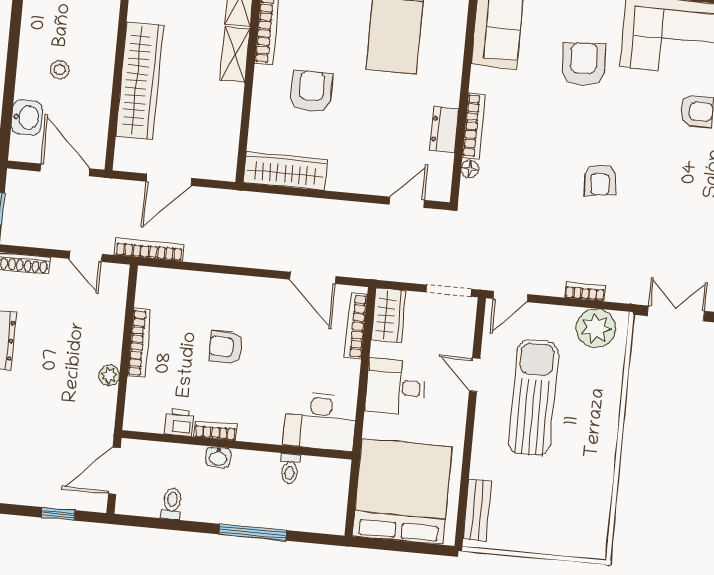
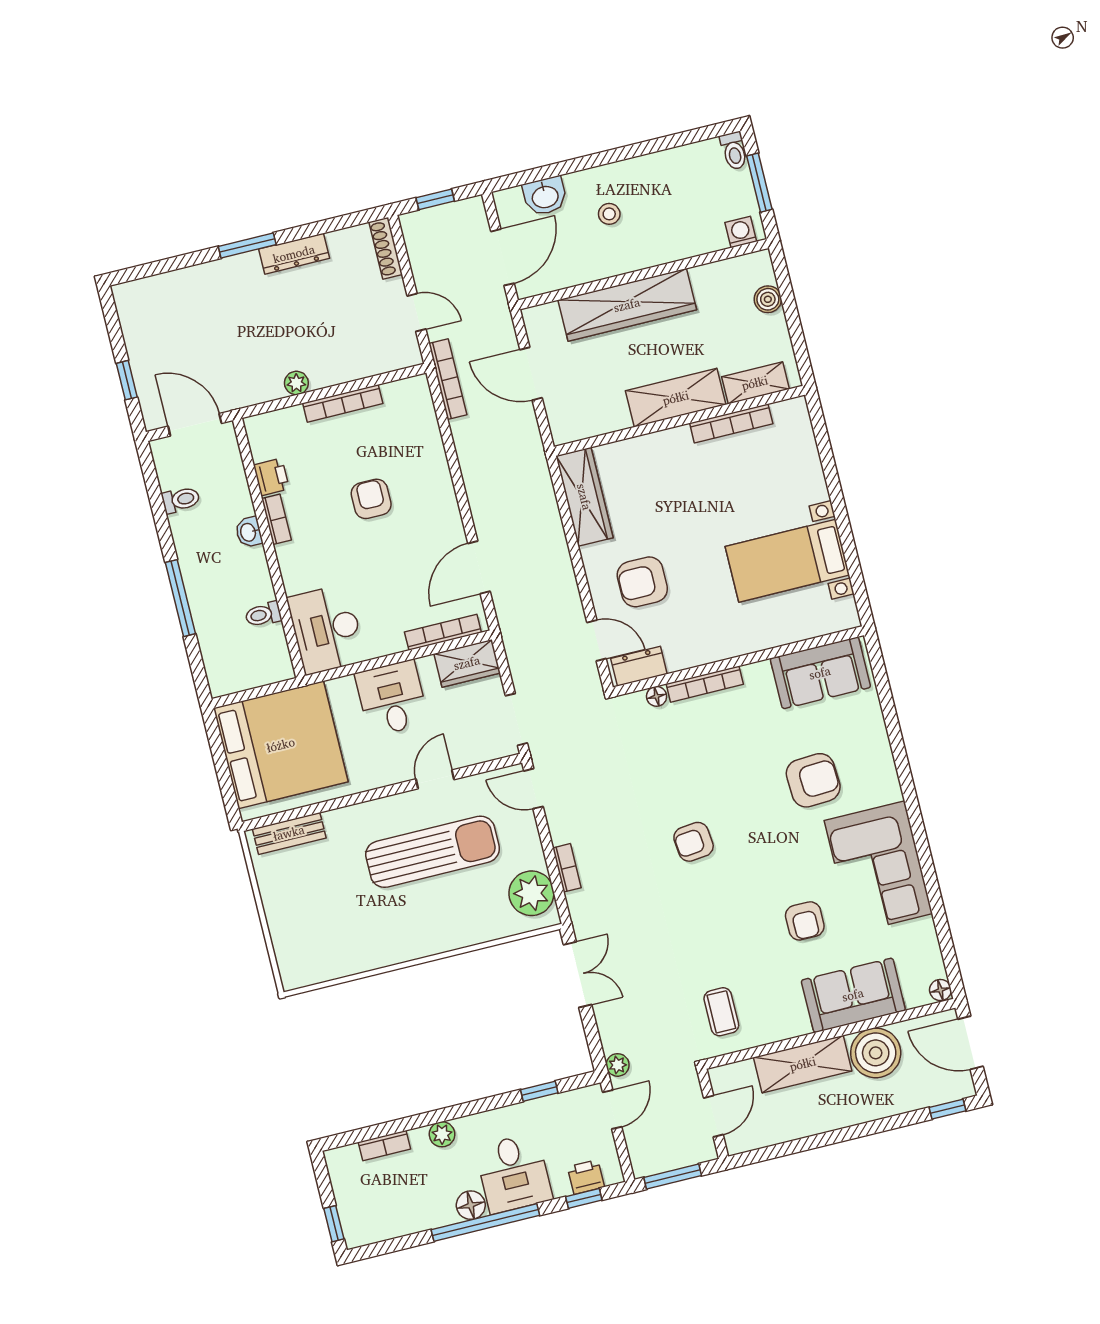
shelving: (235, 54) -> (676, 398), width x1.50, depth x1.33
armchair: (311, 91) -> (642, 582), moved, turned 180
dresser: (444, 130) -> (639, 666), moved
door: (86, 256) -> (416, 313), swing flipped

